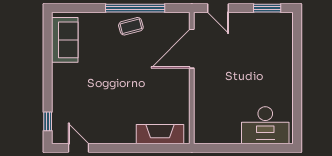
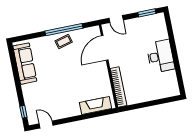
sofa: (65, 40) -> (25, 64), width x1.36
bookcase: (201, 113) -> (118, 87), added
desk: (265, 125) -> (160, 56), moved, turned -90

